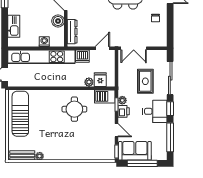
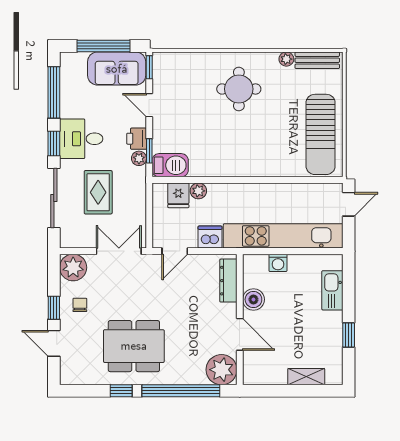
window: (170, 16) -> (54, 308), added
plant: (159, 39) -> (73, 267), added
round table: (74, 109) -> (239, 89), moved

